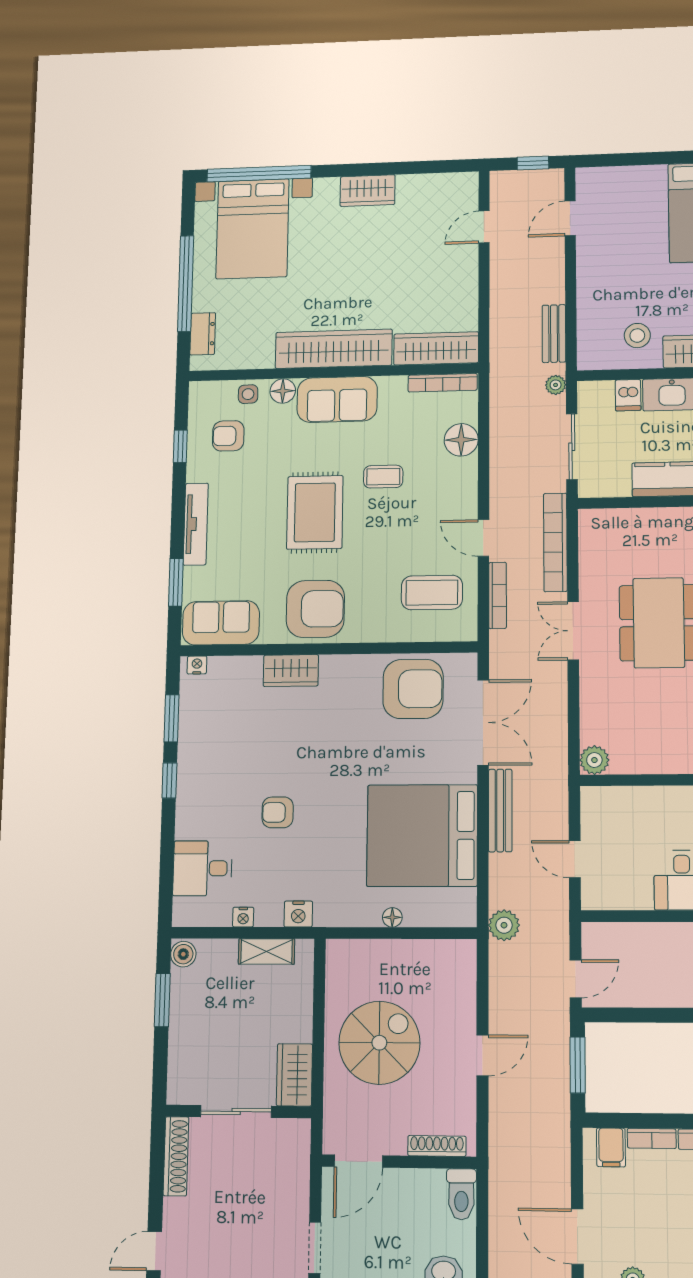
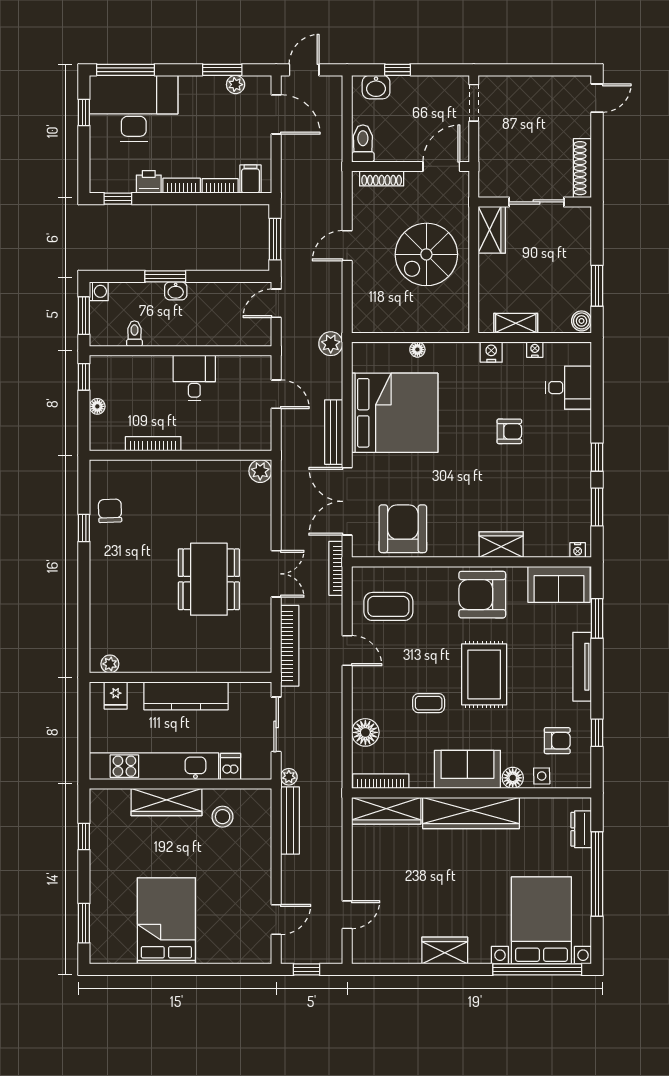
bench: (554, 334) -> (290, 820), width x1.36
bookcase: (498, 595) -> (336, 568), moved
armchair: (413, 689) -> (403, 529), turned 90

